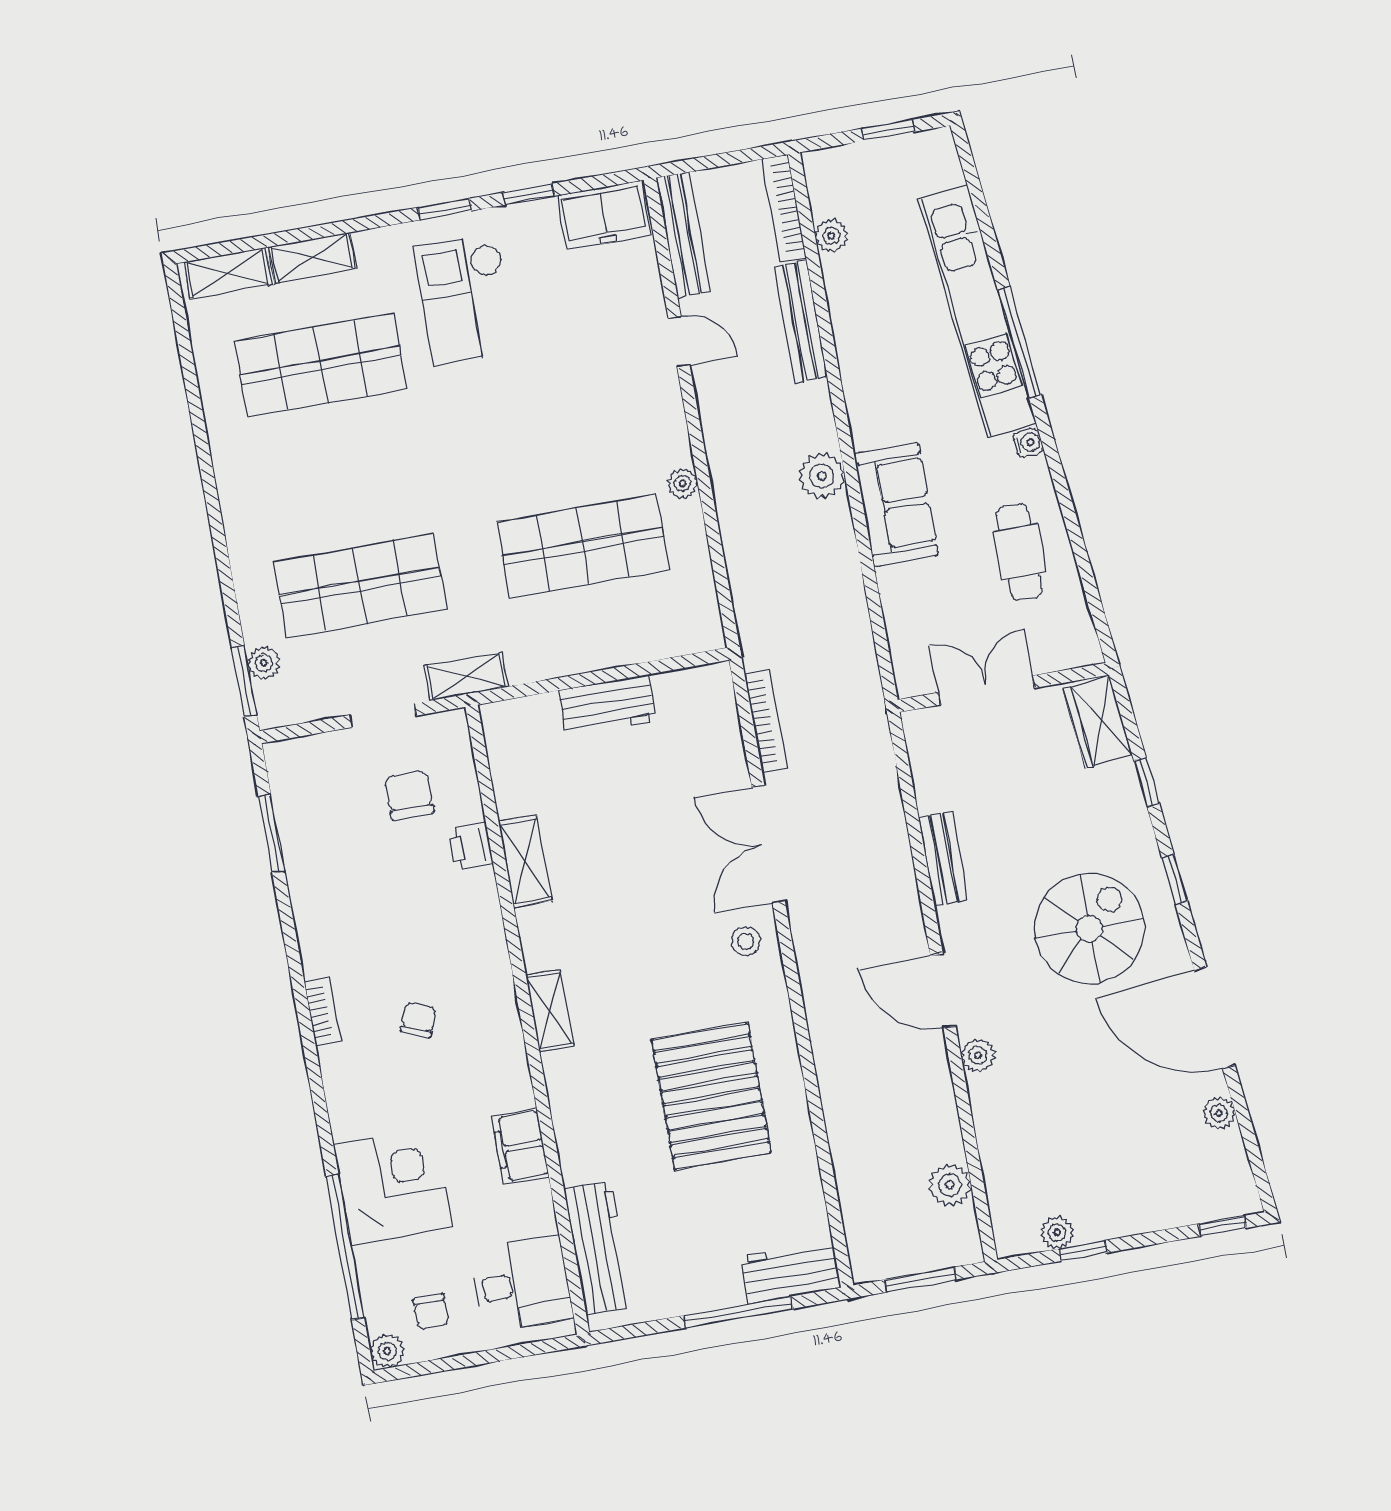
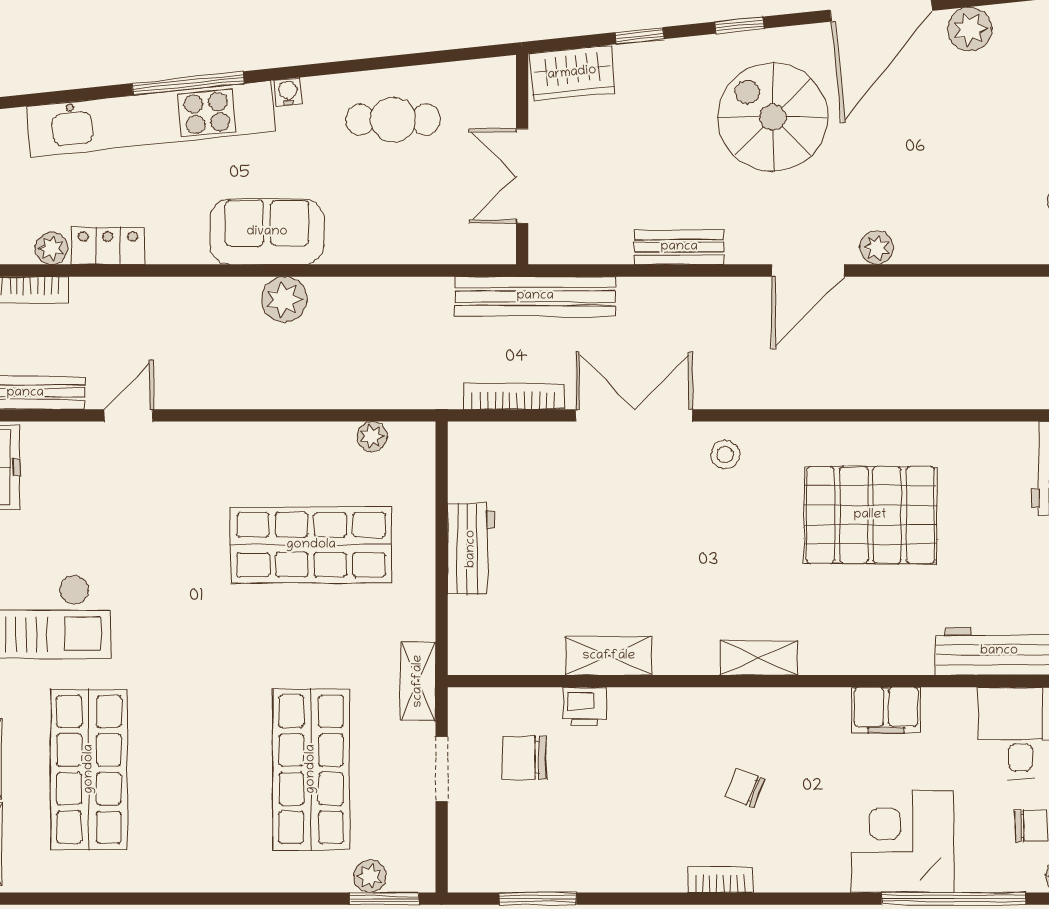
locker: (844, 291) -> (108, 246), added
bench: (801, 322) -> (535, 296), moved, width x1.37, depth x1.21
plant: (683, 484) -> (372, 436), moved
sofa: (896, 505) -> (267, 232), moved
shop shelf: (583, 546) -> (311, 545), turned 90
double door: (768, 844) -> (634, 415), swing flipped
plant: (1219, 1113) -> (970, 29), width x1.38, depth x1.38
plant: (950, 1185) -> (998, 298), removed

